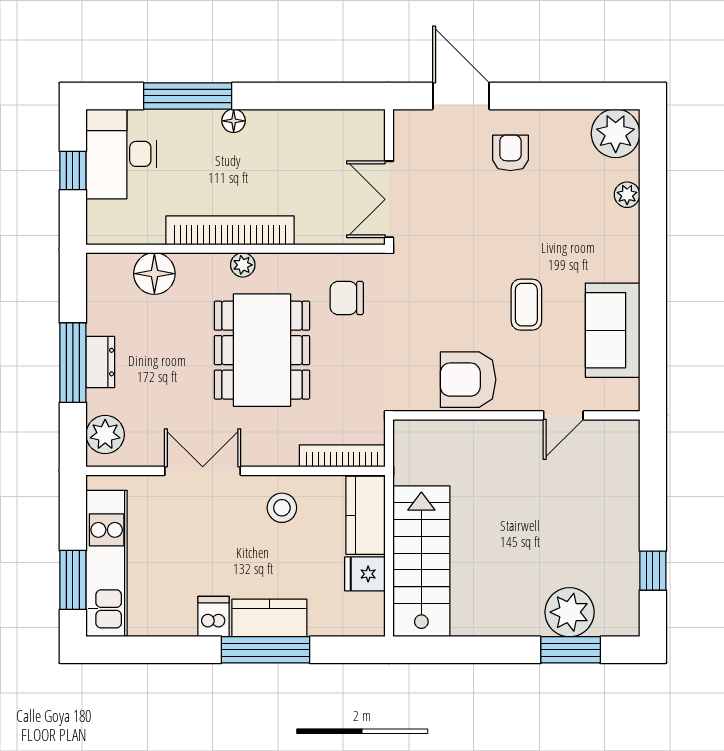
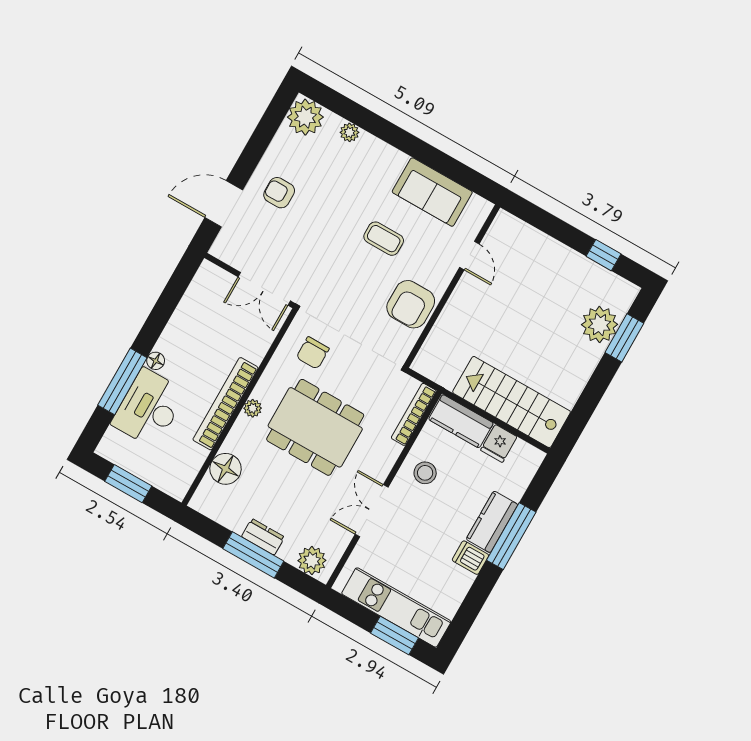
desk: (121, 154) -> (149, 408), moved, turned 90
window: (73, 170) -> (128, 484), width x1.50

